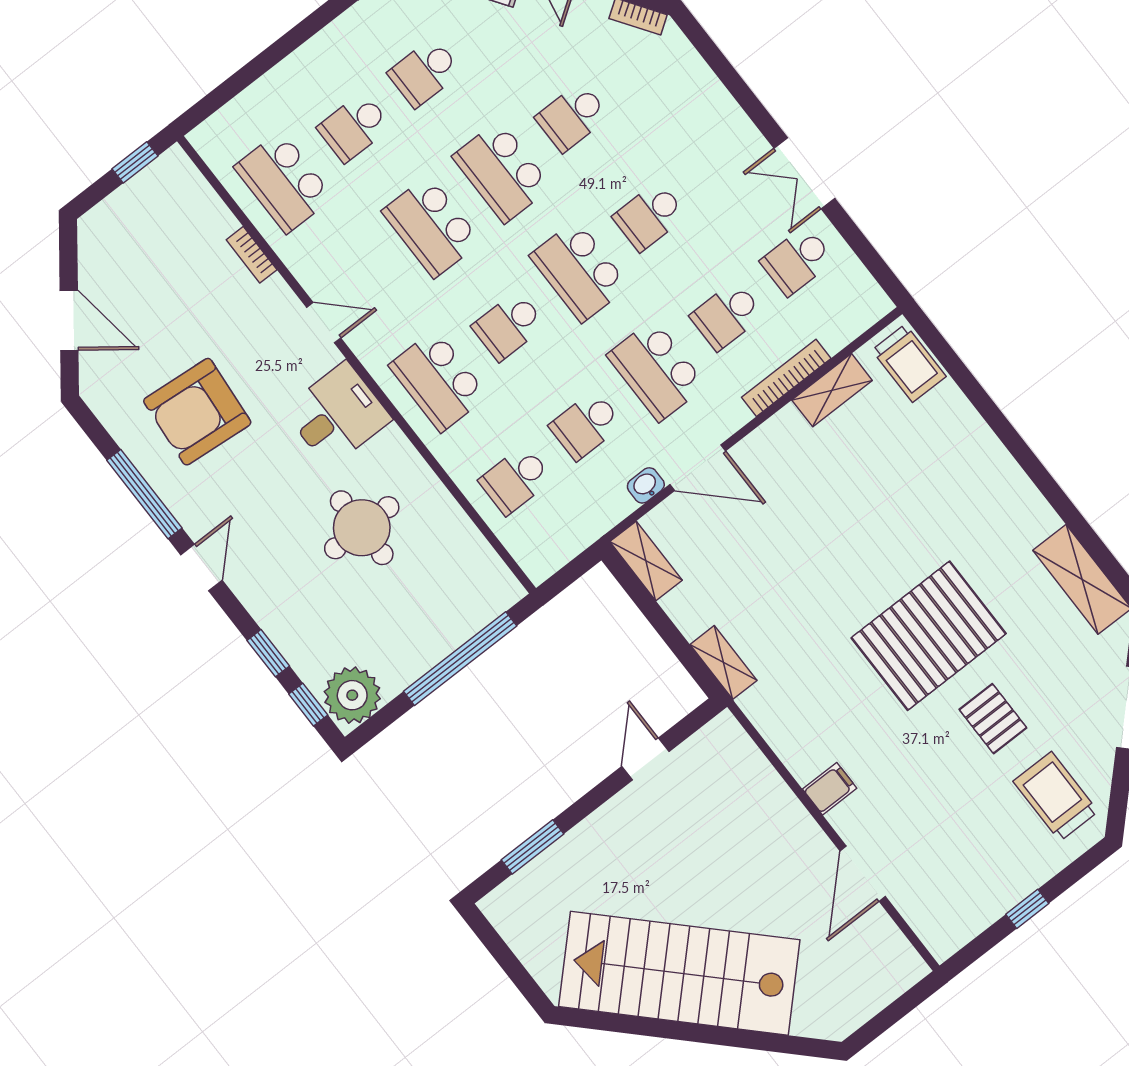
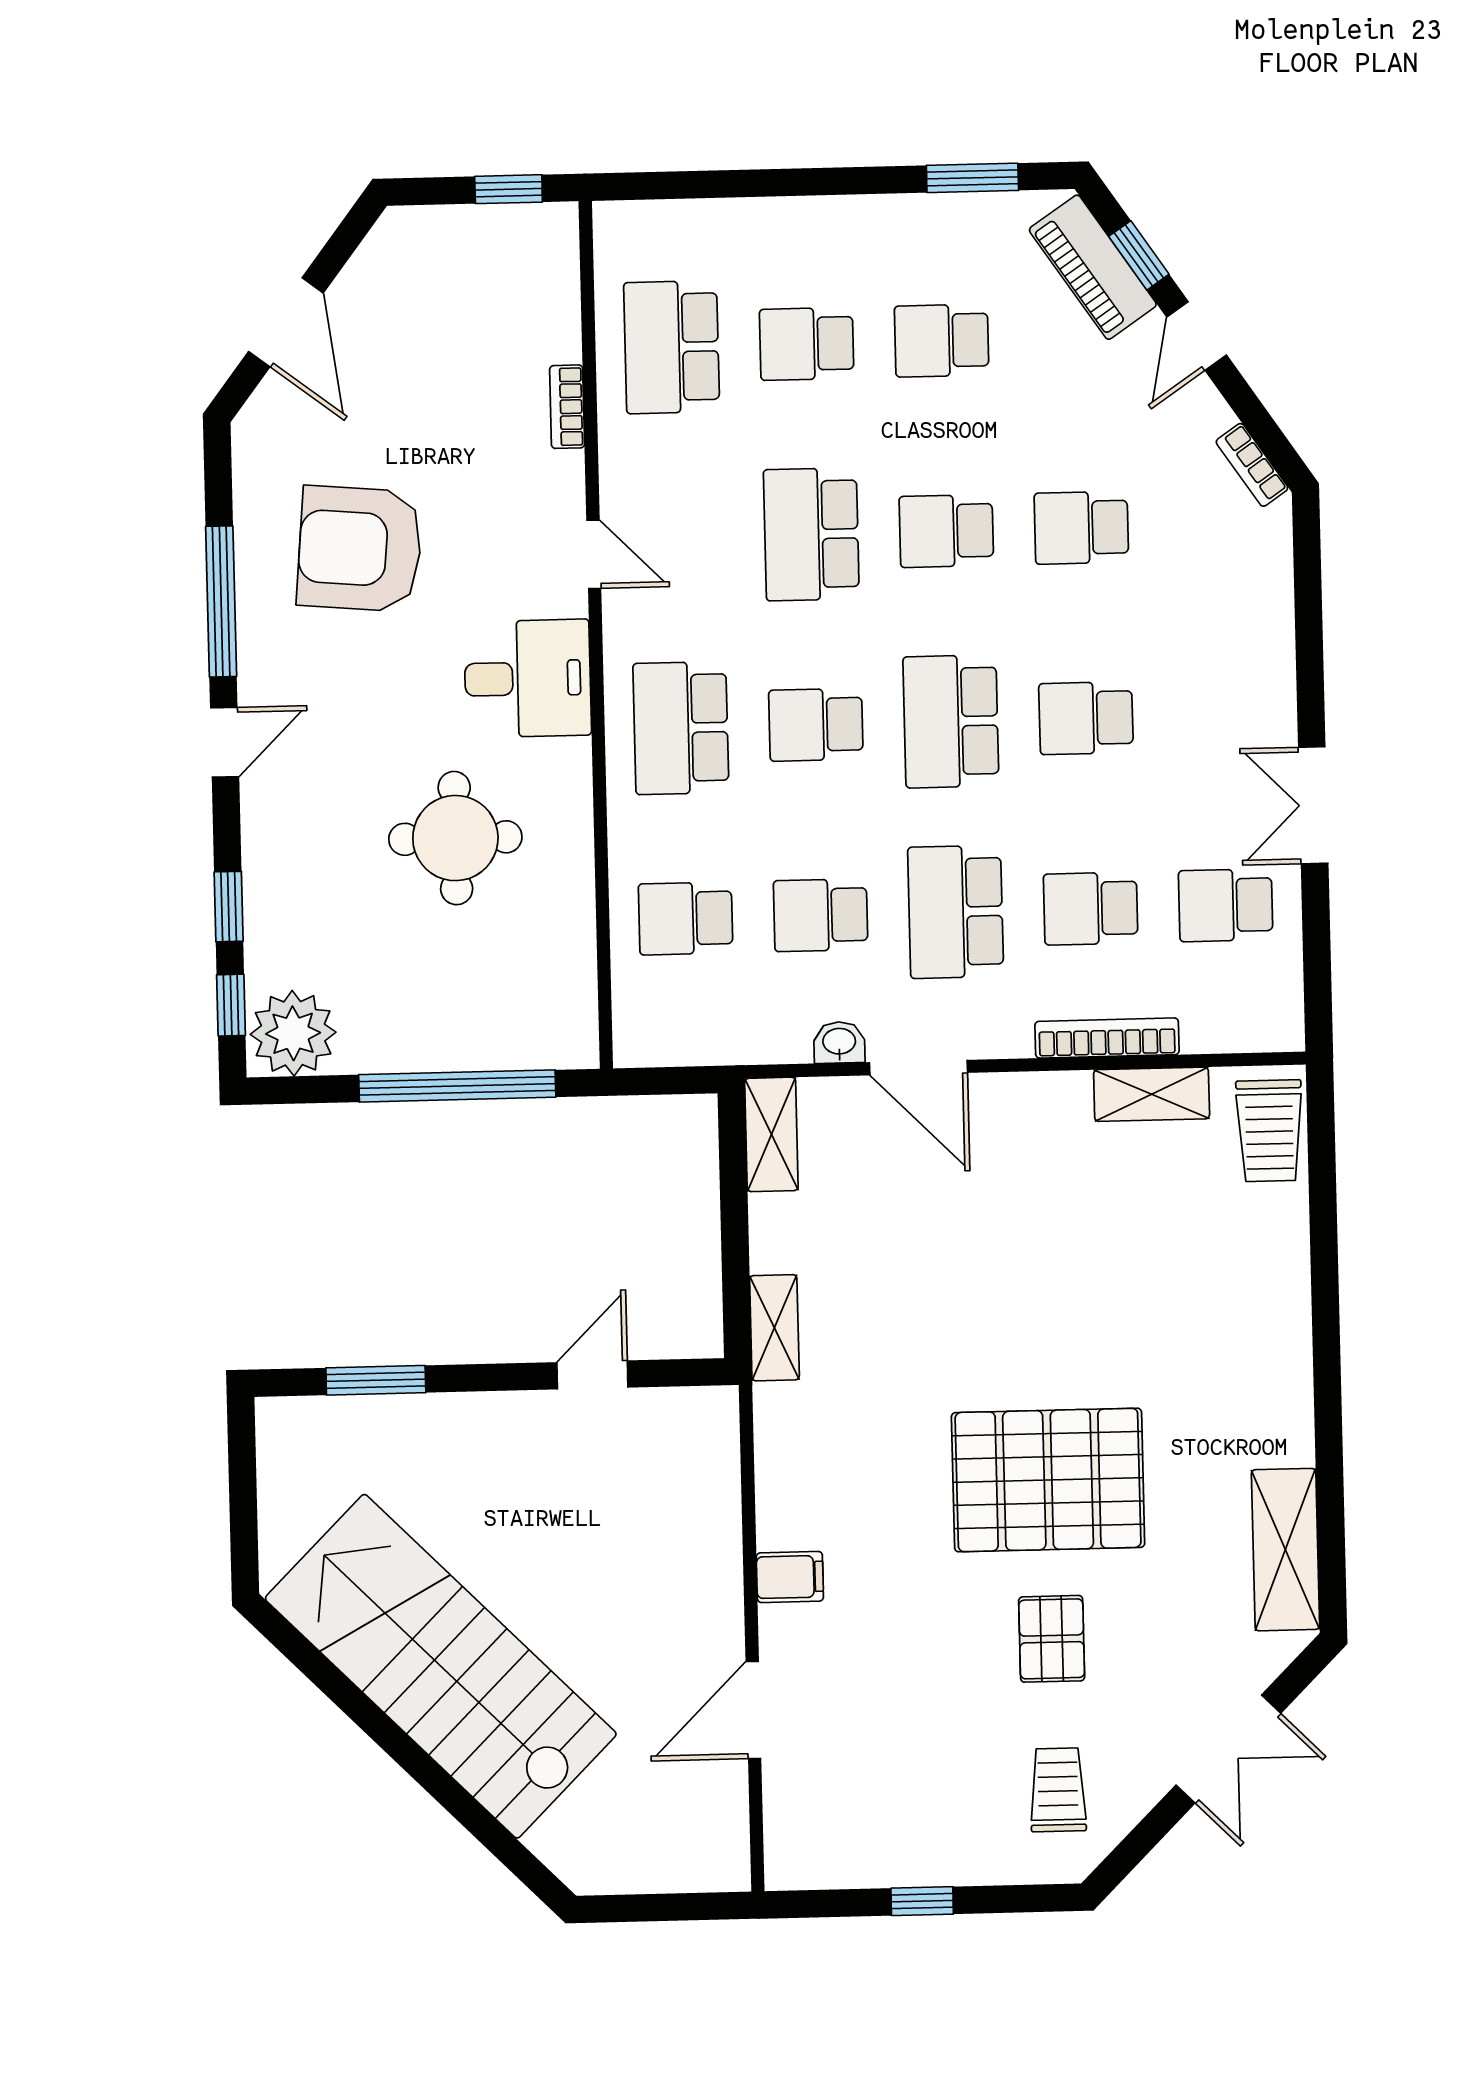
school desk: (502, 172) -> (946, 531), width x0.54
trolley: (1056, 796) -> (1058, 1790), width x0.73, depth x0.72

